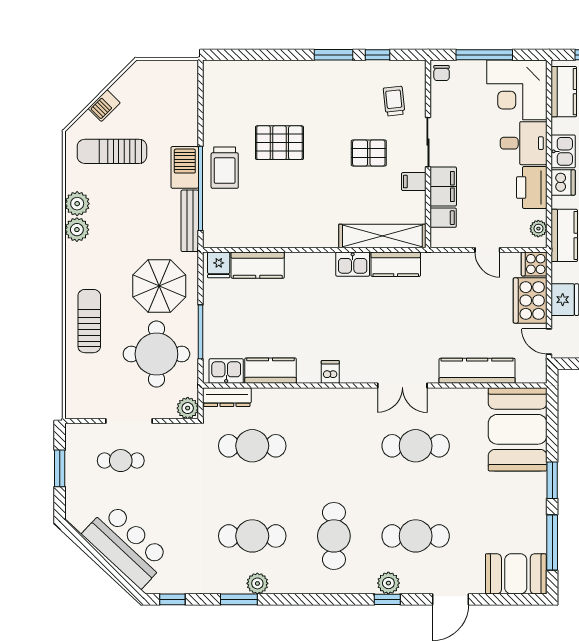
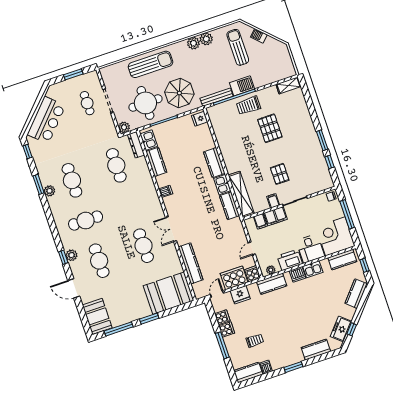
shelving: (213, 82) -> (288, 85), added
trolley: (394, 101) -> (309, 178), removed
kitchen counter: (258, 265) -> (214, 163), moved
sun lounger: (89, 321) -> (151, 64), width x1.36, depth x1.34

